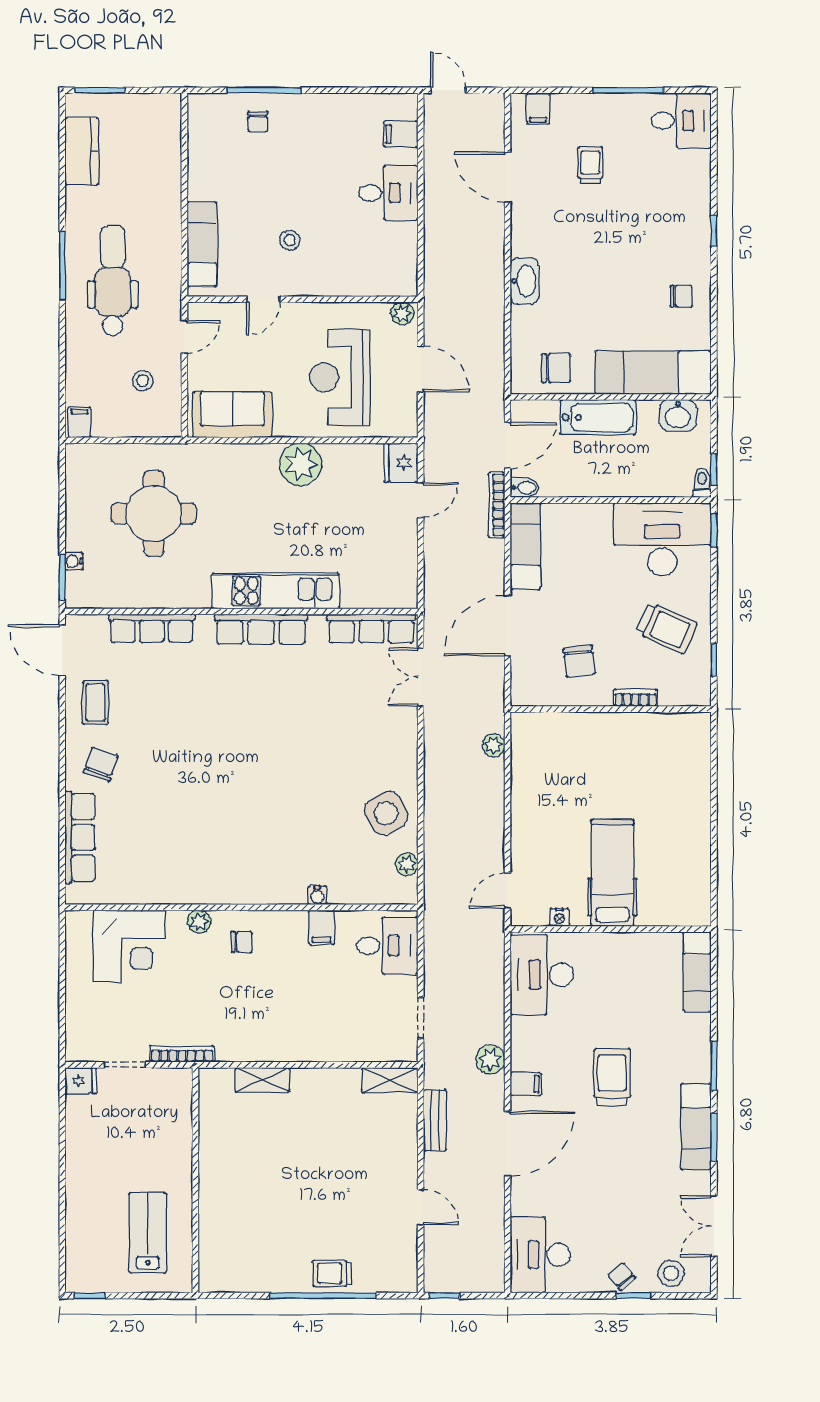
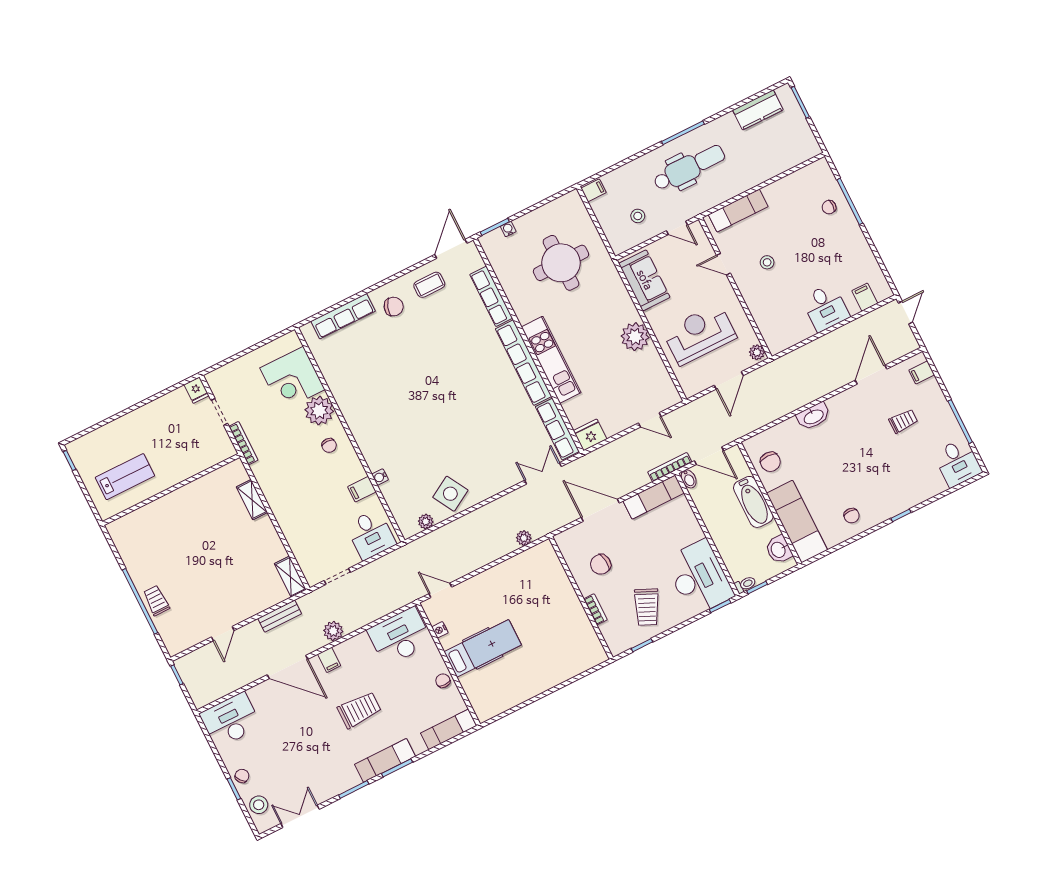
fridge: (401, 463) -> (590, 435), moved
row of seats: (261, 629) -> (524, 363), width x1.36
plant: (199, 922) -> (319, 411), width x1.87, depth x1.87
chair: (629, 947) -> (443, 681), added
exam couch: (696, 1127) -> (385, 760), moved

